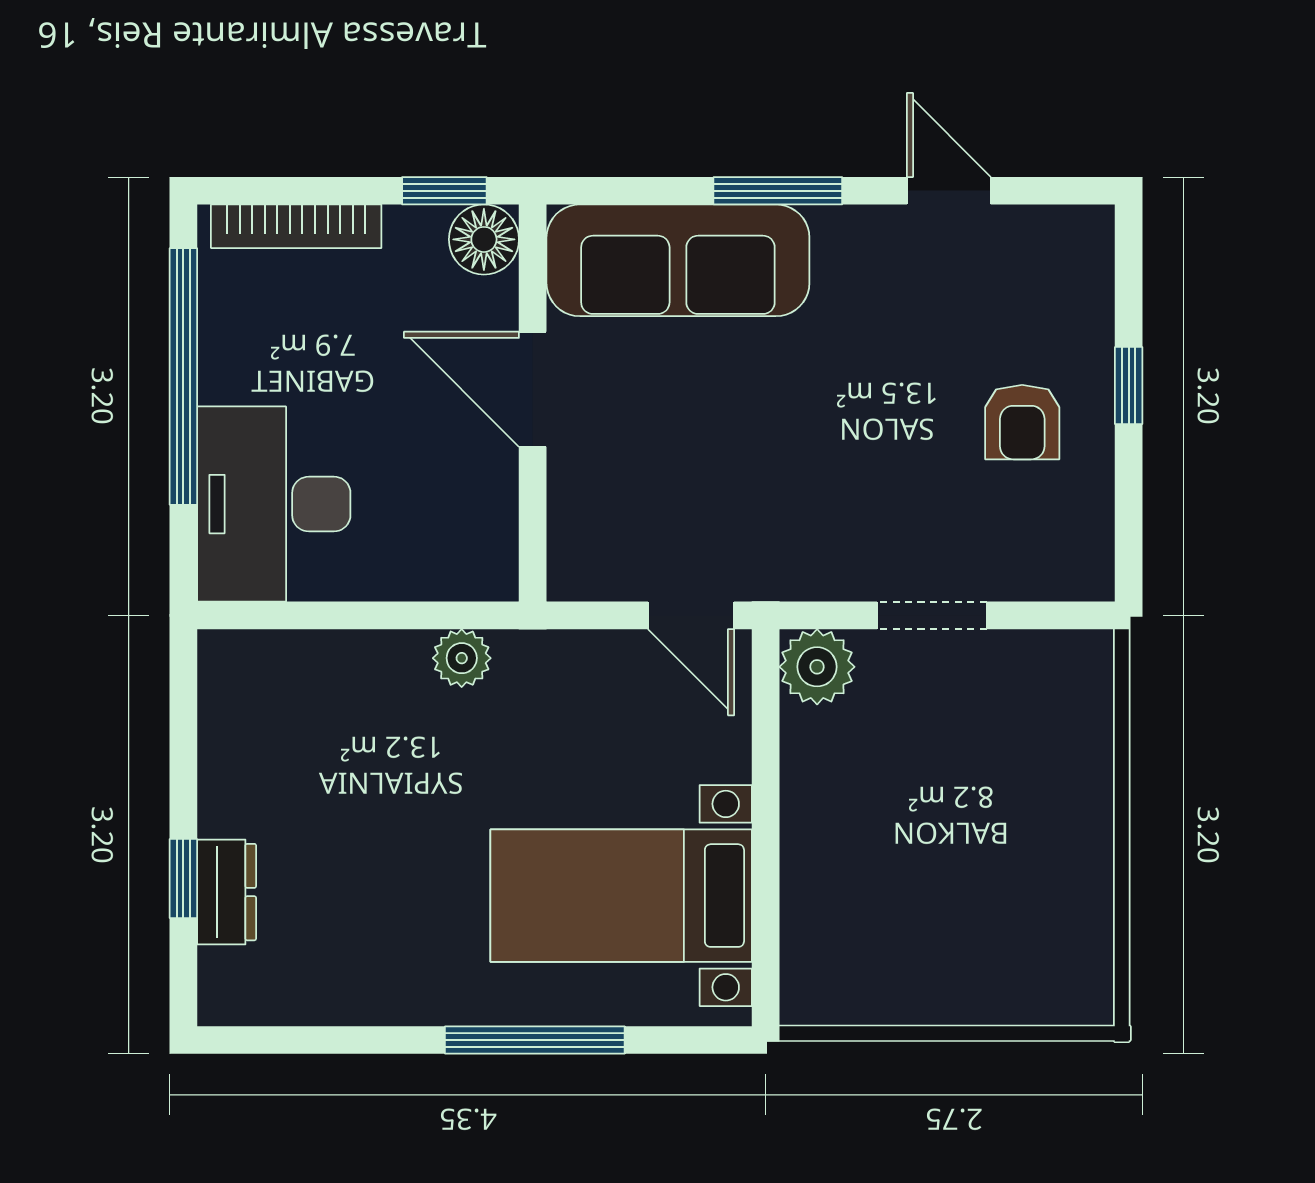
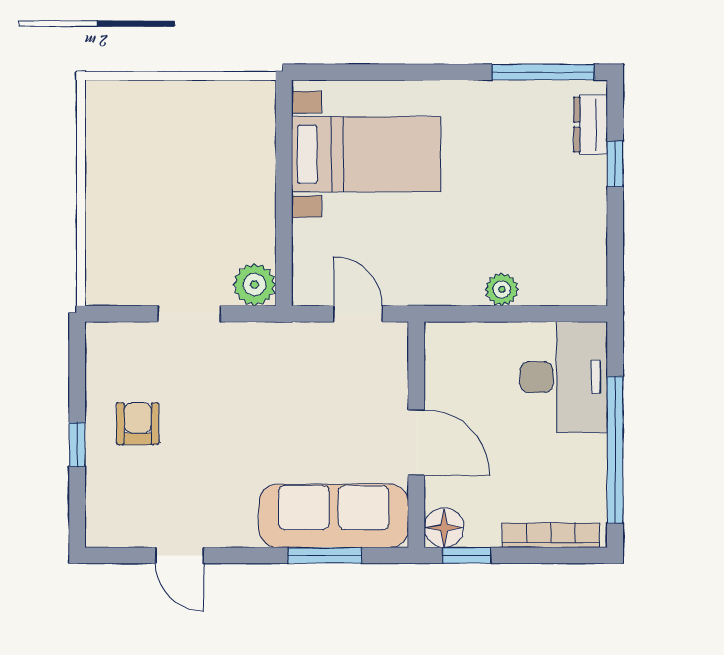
window: (778, 191) -> (325, 555), moved
door: (691, 615) -> (358, 314), moved
plant: (462, 658) -> (502, 289), moved
dresser: (227, 892) -> (591, 125), moved
window: (535, 1040) -> (543, 72), moved

